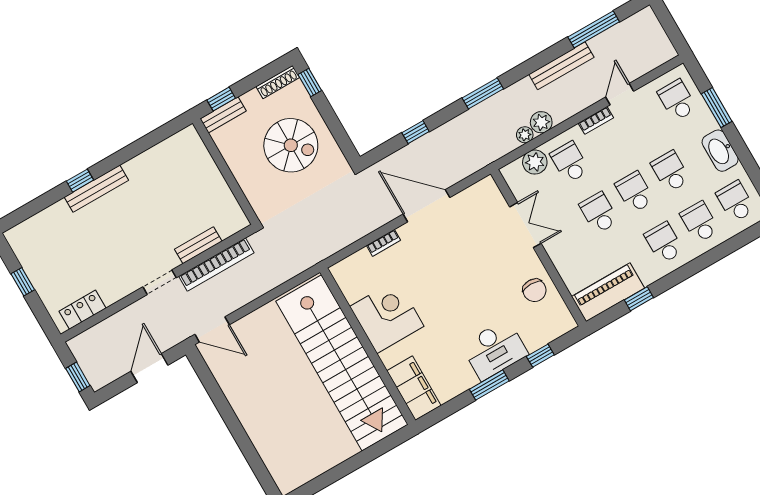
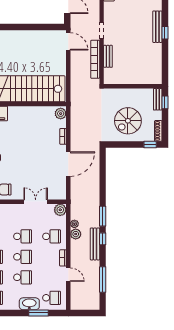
bench: (561, 66) -> (95, 244), moved
window: (416, 132) -> (103, 239), moved
washbasin: (720, 151) -> (29, 304), moved
plant: (535, 162) -> (60, 210), moved
window: (80, 181) -> (165, 33), moved
double door: (525, 225) -> (36, 202), swing flipped
plant: (346, 270) -> (61, 114), added
corner desk: (387, 316) -> (31, 120), removed
door: (212, 330) -> (68, 41), swing flipped

